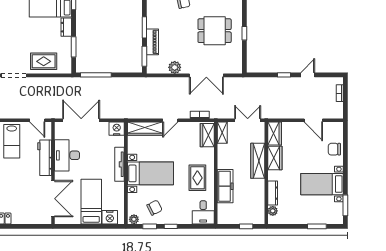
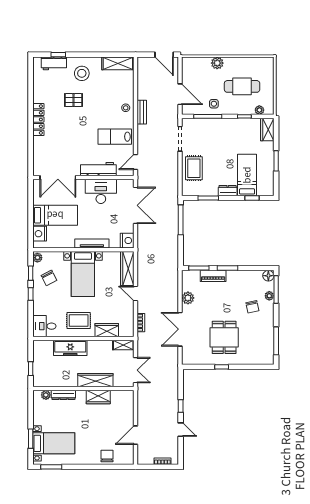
wardrobe: (275, 134) -> (122, 397), removed
wardrobe: (207, 135) -> (107, 330), moved
bed with nightstands: (322, 184) -> (54, 443), moved, turned 90

